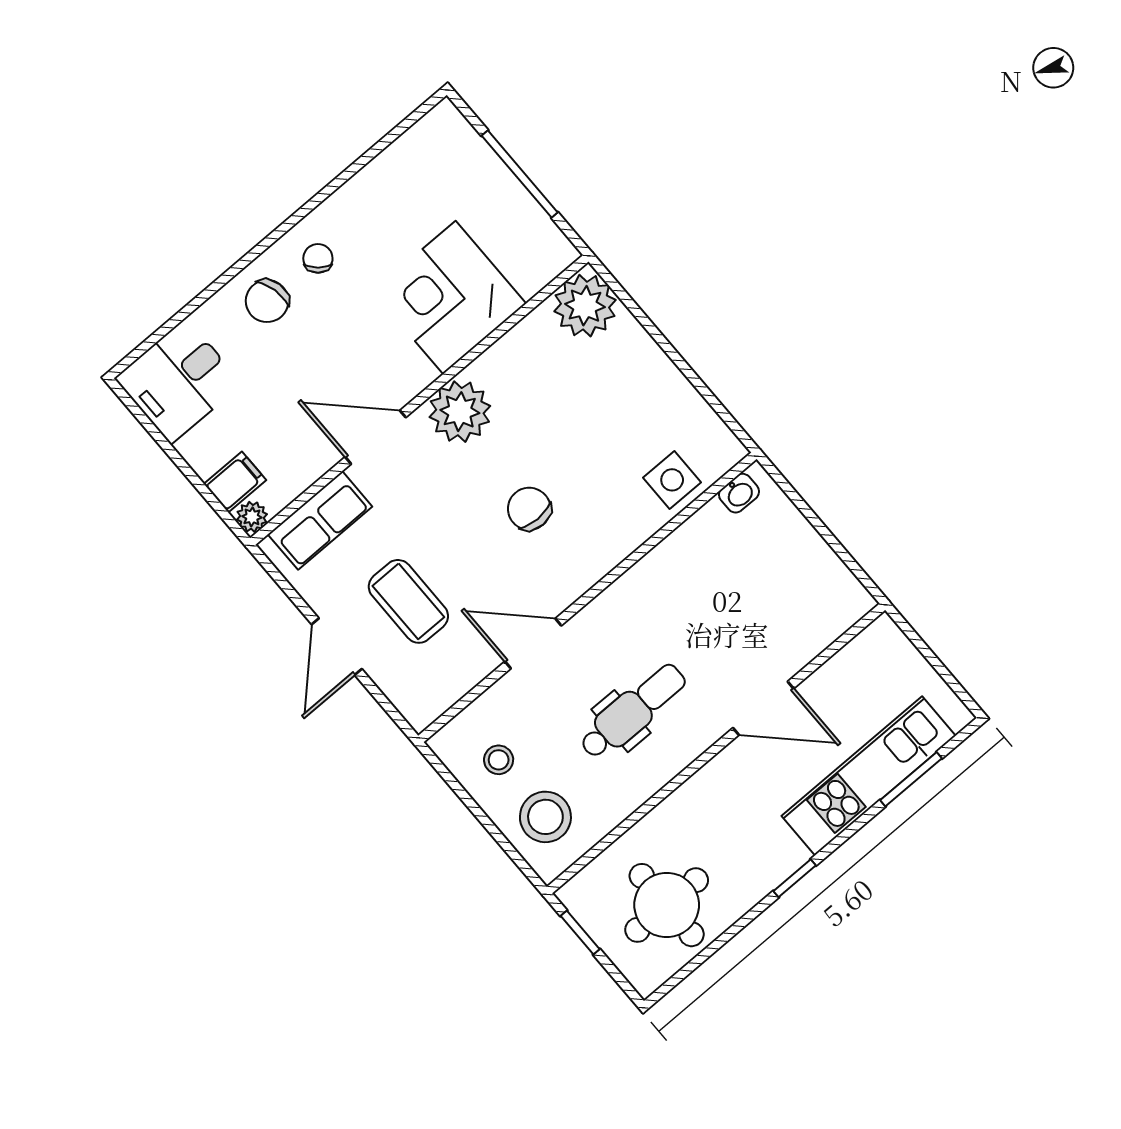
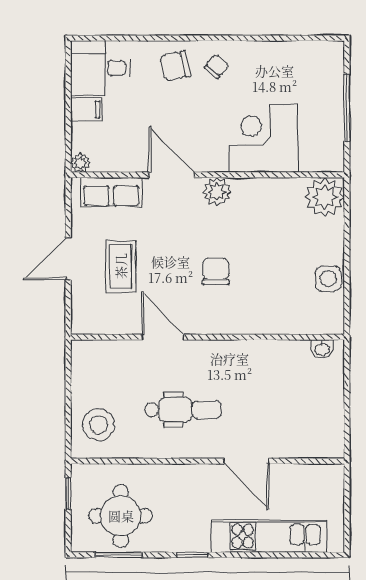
plant: (460, 412) -> (217, 192), width x0.73, depth x0.73
side table: (672, 480) -> (328, 279), moved
filing cabinet: (235, 482) -> (86, 109), moved
stool: (499, 760) -> (99, 378), removed
window: (911, 779) -> (118, 555), moved

